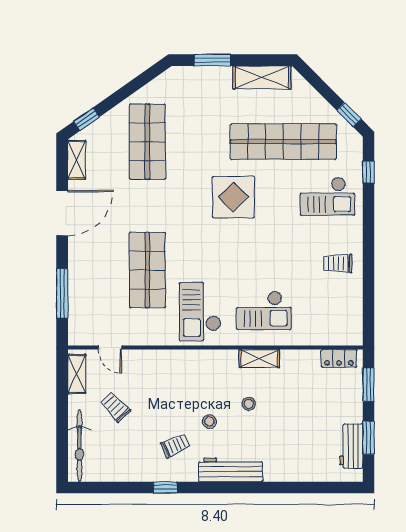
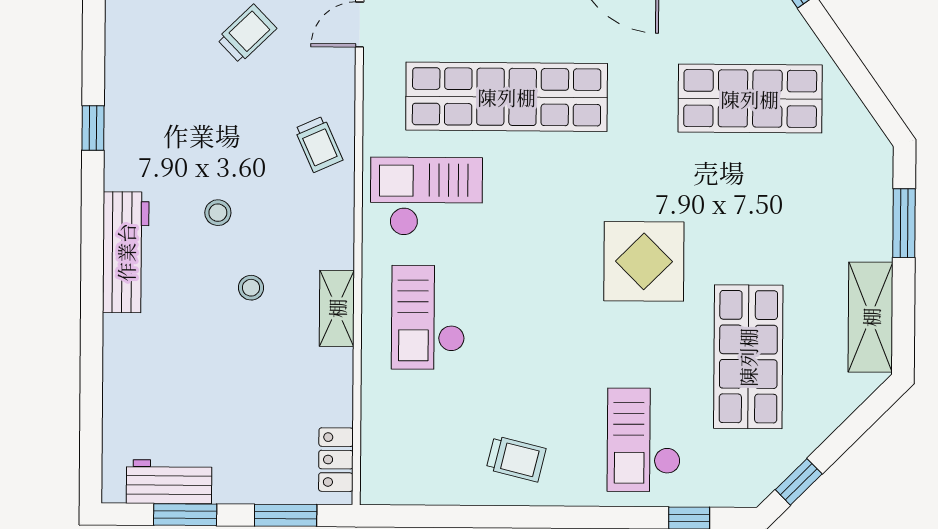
shop shelf: (283, 142) -> (748, 357), width x0.71
trolley: (338, 263) -> (516, 459), turned 104
shop shelf: (147, 270) -> (507, 97), width x1.40
trolley: (175, 446) -> (319, 144), moved

